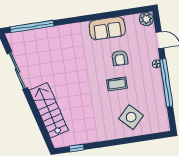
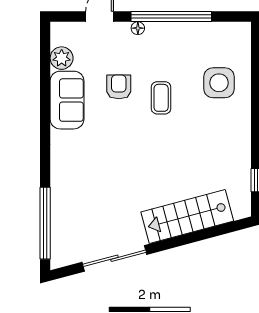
plant: (146, 19) -> (62, 58), moved
armchair: (120, 58) -> (119, 87), turned -90
side table: (131, 117) -> (219, 83), turned 45

